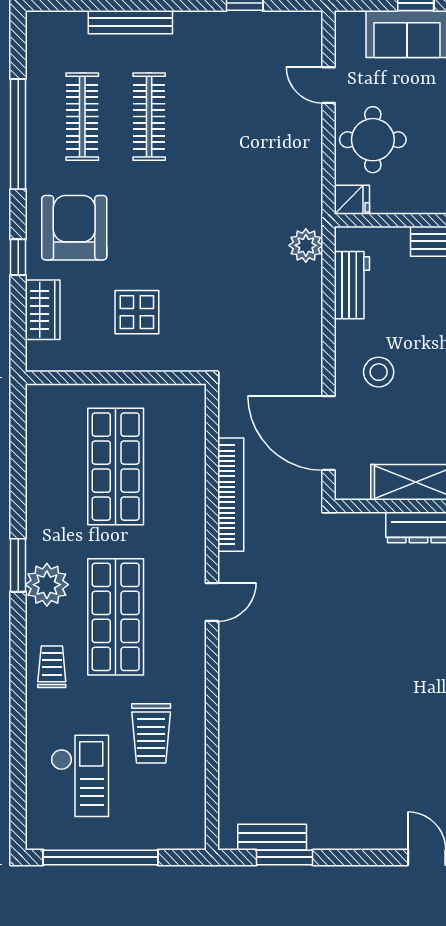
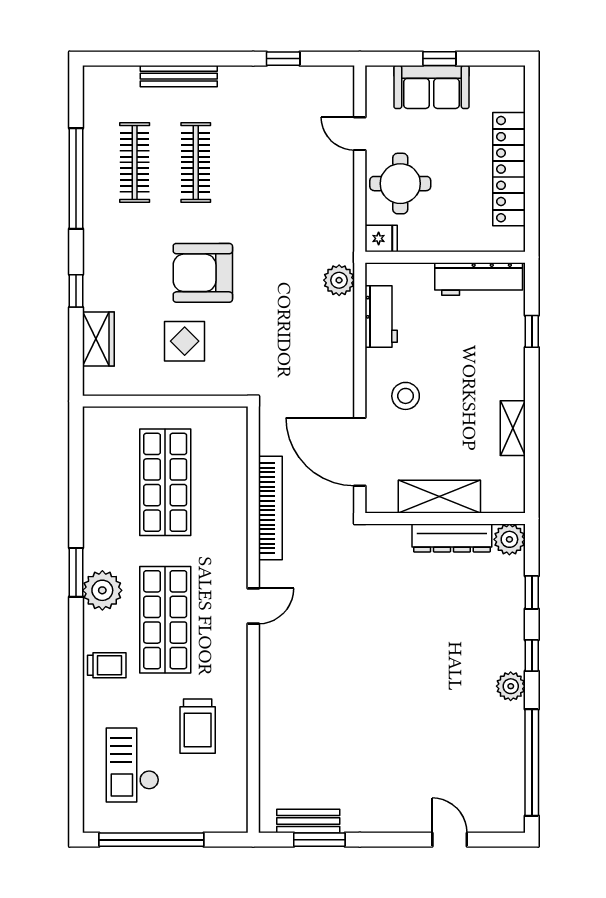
armchair: (74, 228) -> (203, 273), moved, turned -90
trolley: (52, 667) -> (107, 665), turned 90
checkout: (80, 776) -> (132, 765), turned 180

